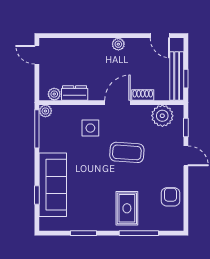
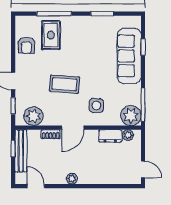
plant: (45, 111) -> (131, 116), width x1.88, depth x1.88
rug: (127, 208) -> (51, 35), moved

